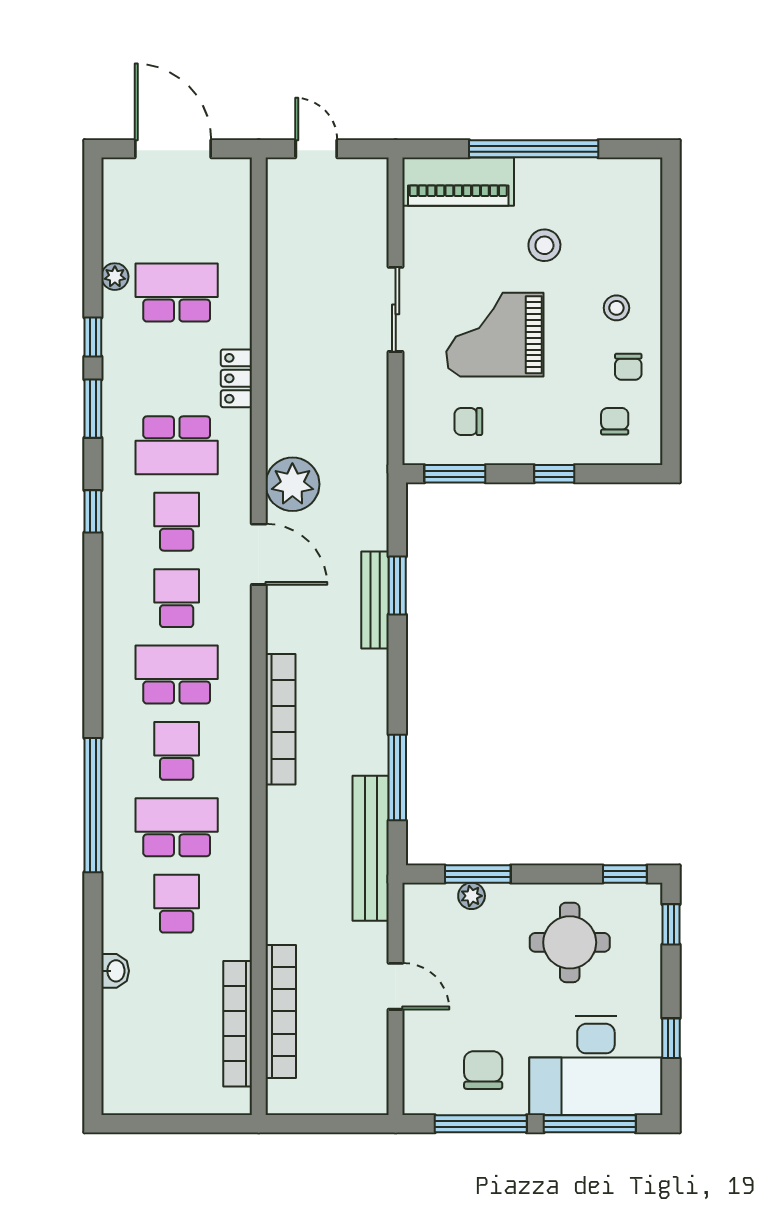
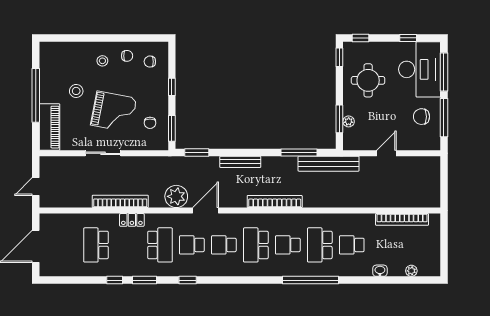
plant: (115, 277) -> (411, 271), moved
grand piano: (495, 335) -> (114, 112), turned -79
window: (397, 586) -> (197, 153), moved
bench: (375, 600) -> (240, 162), moved
bookcase: (281, 1011) -> (120, 201), moved

